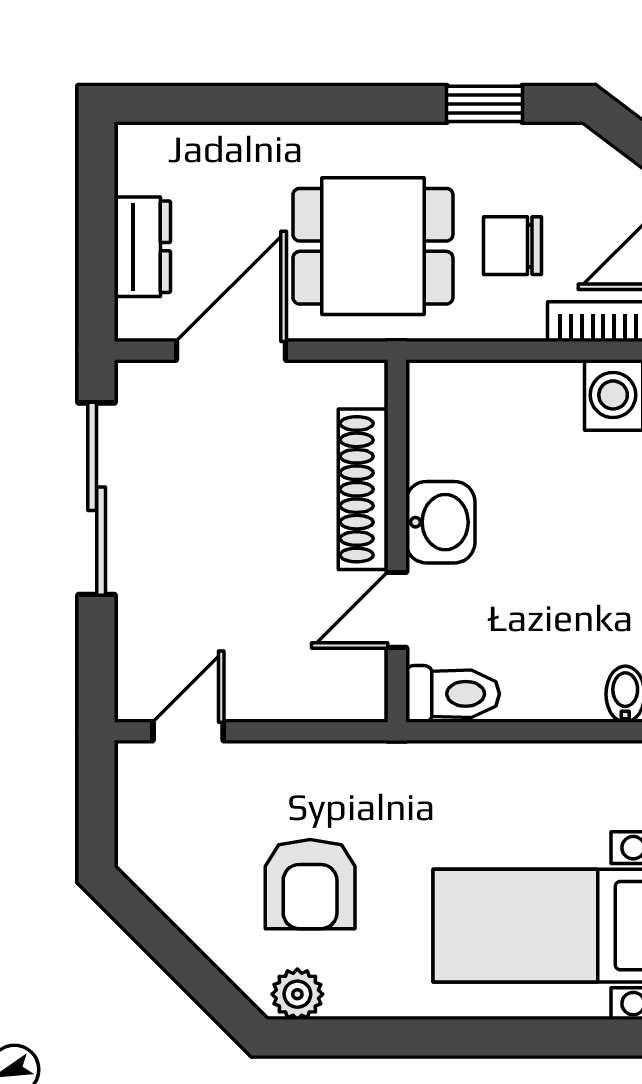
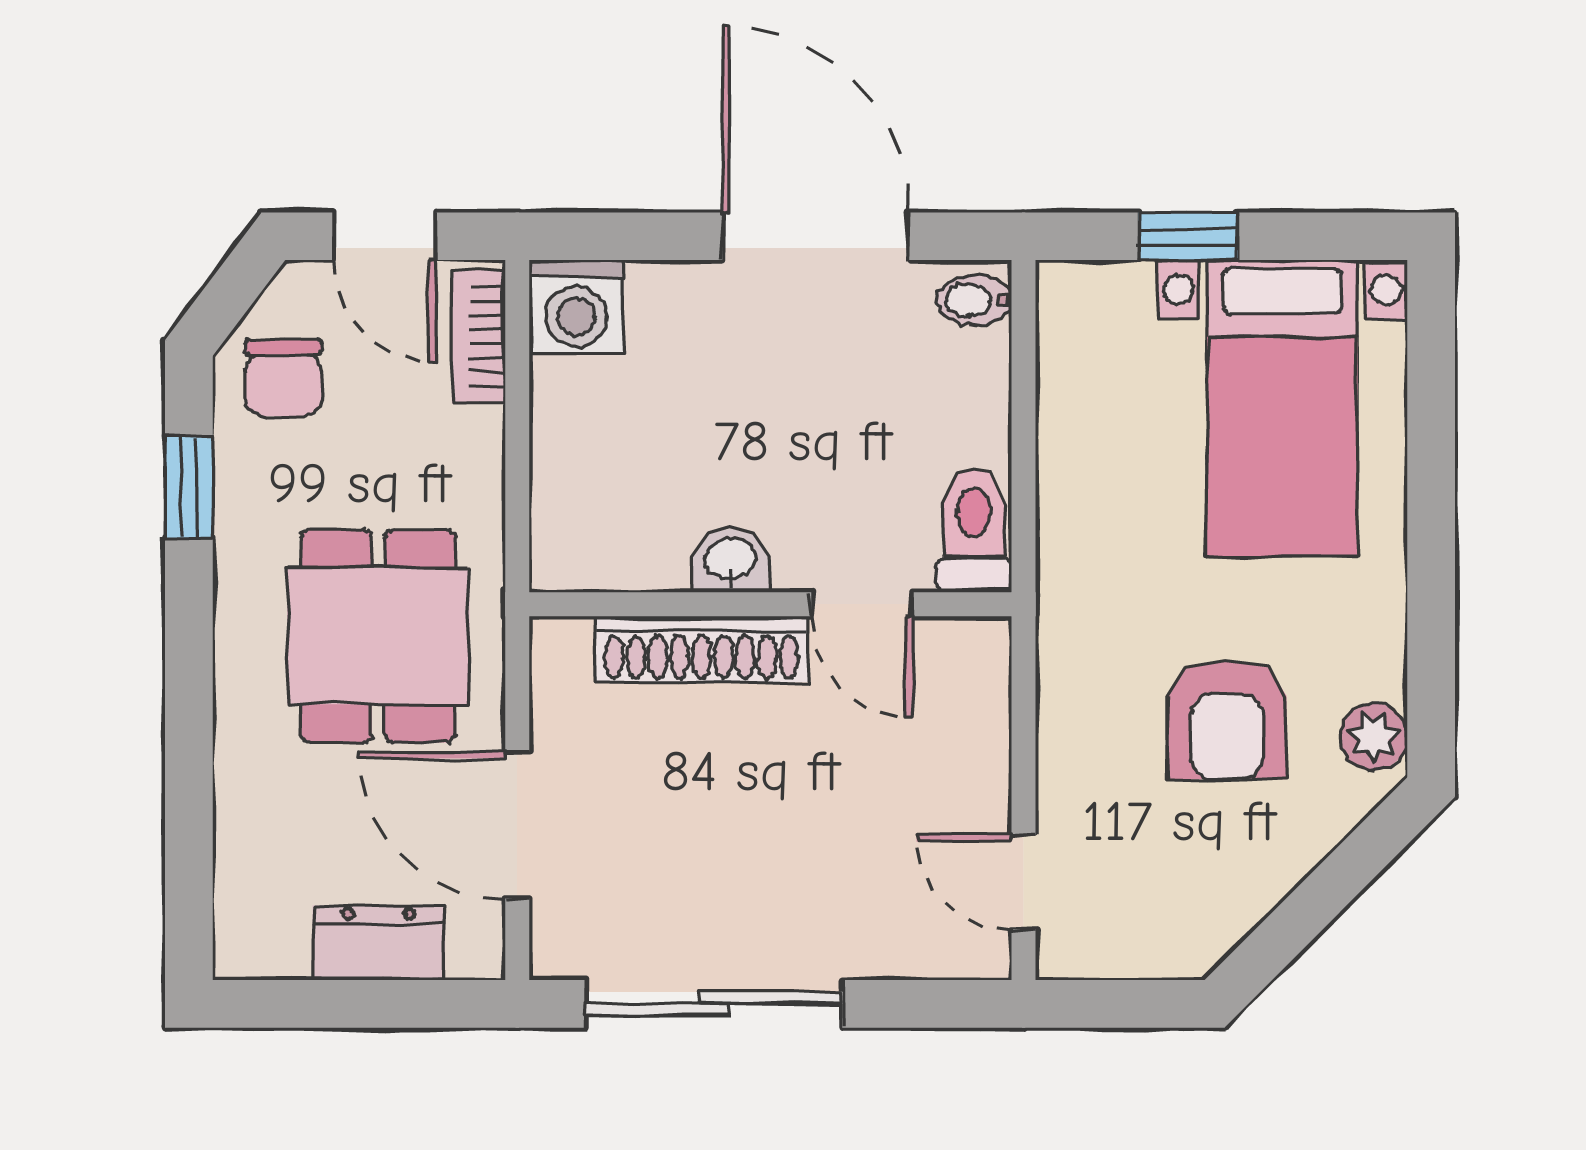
chair: (512, 246) -> (284, 378), moved
washbasin: (440, 522) -> (730, 561), width x0.72, depth x0.69
armchair: (310, 884) -> (1227, 720), turned 90

